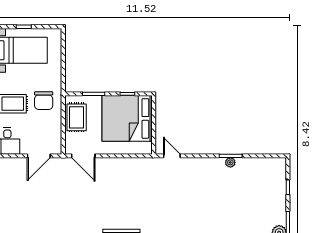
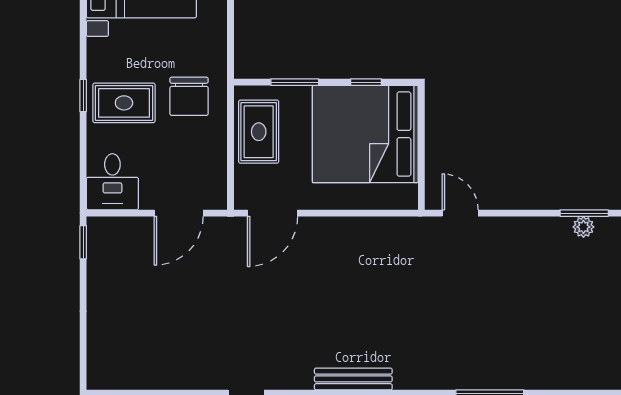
door: (83, 156) -> (273, 213), hinge flipped

